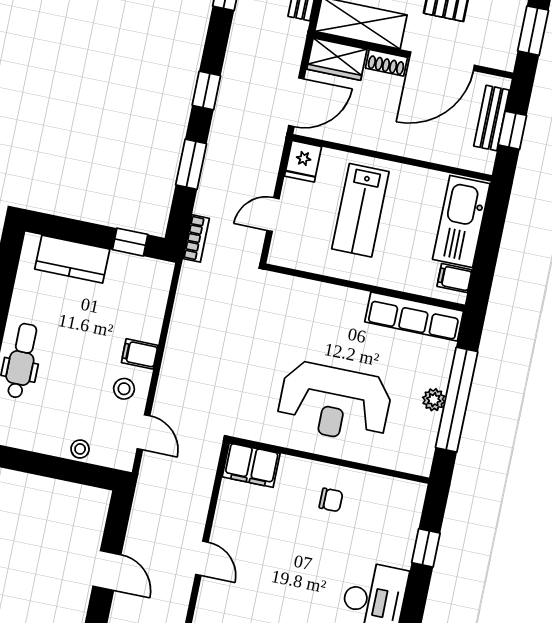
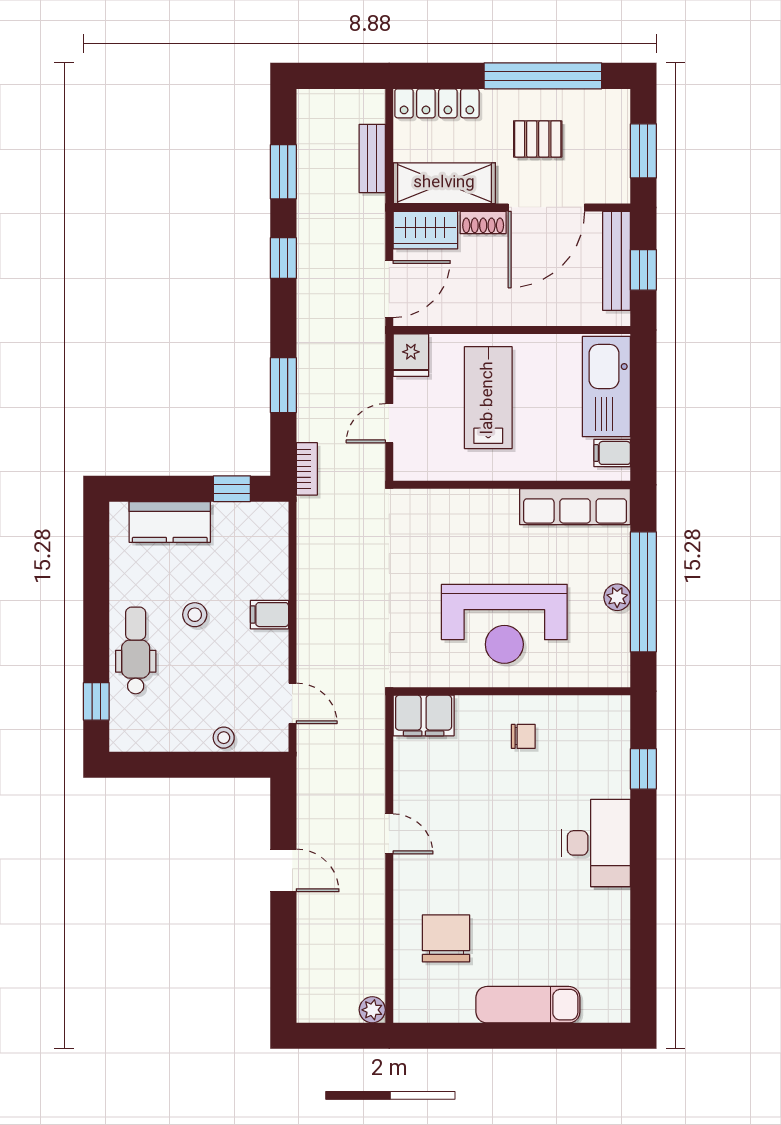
window: (206, 90) -> (283, 258), moved
bench: (492, 118) -> (617, 261), width x1.36
lab bench: (360, 210) -> (488, 398), turned 180
stool: (124, 389) -> (195, 615), moved

